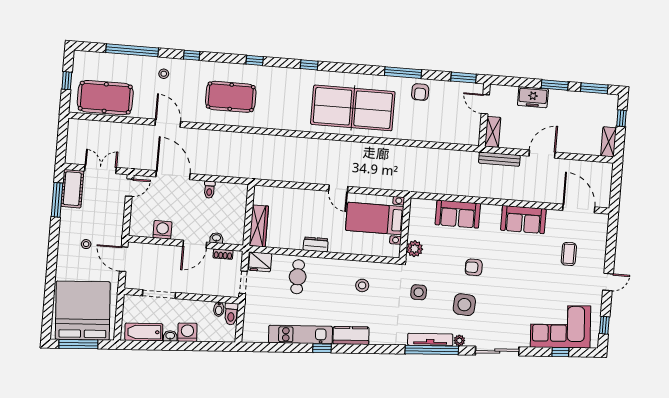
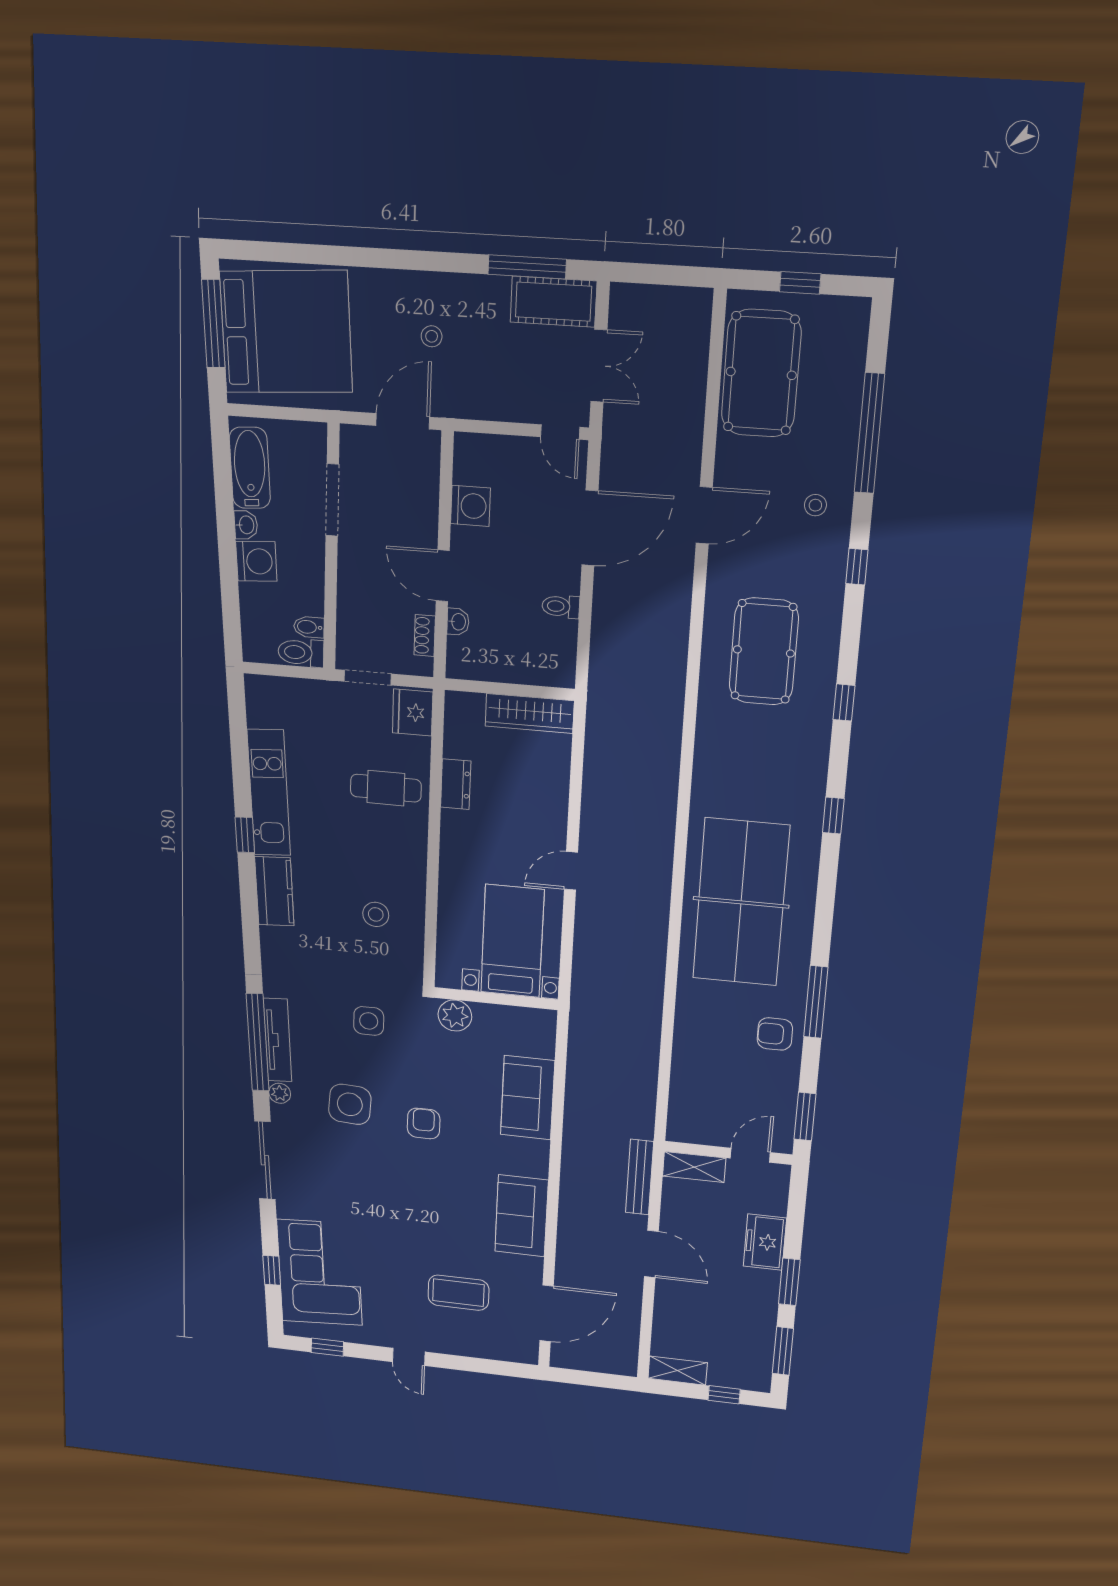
wardrobe: (259, 226) -> (530, 713), moved
dresser: (316, 244) -> (456, 784), moved
coffee table: (569, 254) -> (458, 1293), width x1.36, depth x1.30

